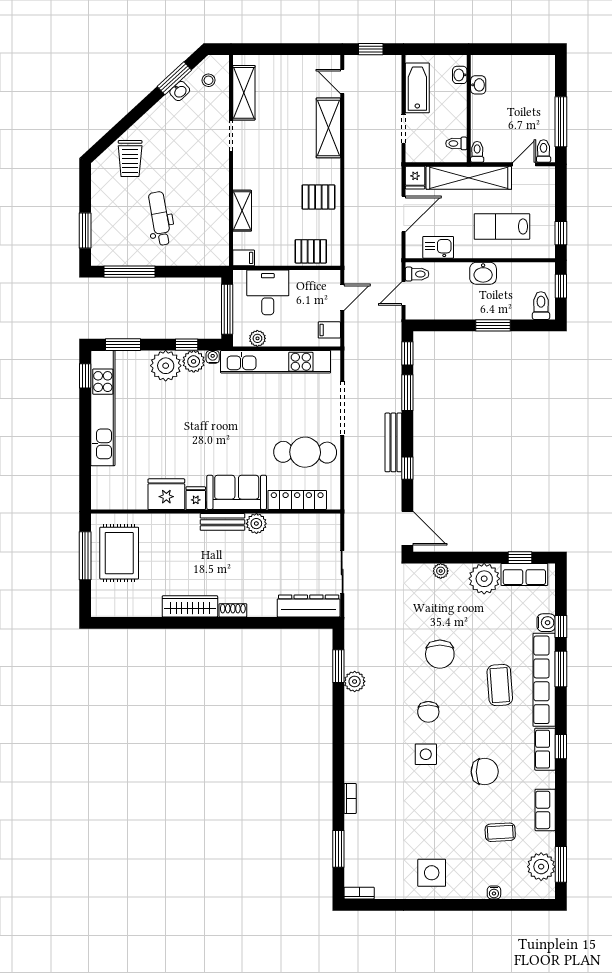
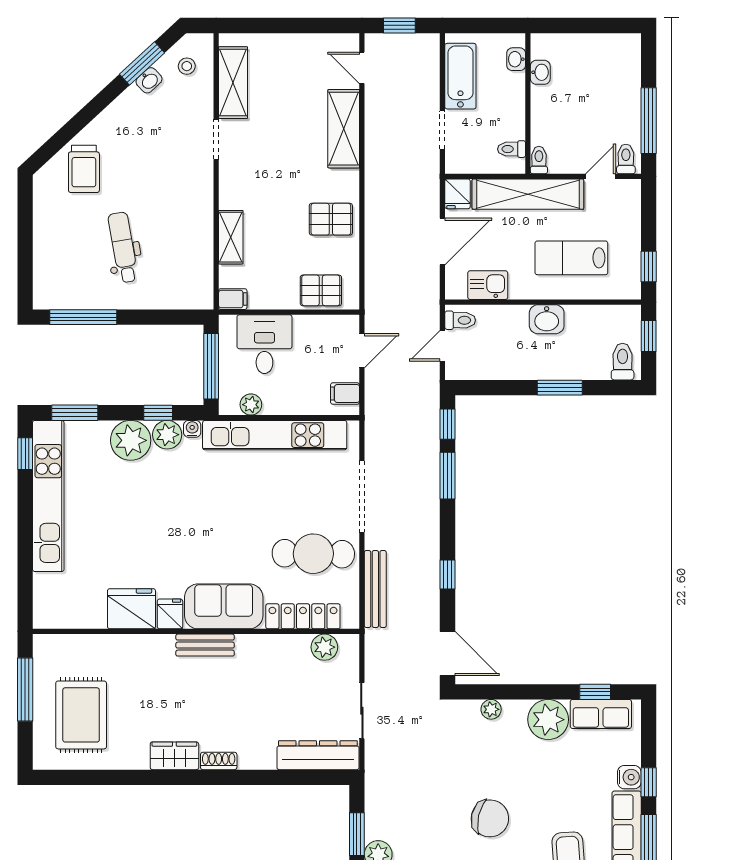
window: (85, 230) -> (25, 263), removed
bench: (393, 442) -> (375, 589), moved
plant: (256, 524) -> (324, 647), moved
rug: (119, 553) -> (81, 715), moved
wardrobe: (190, 606) -> (174, 756), width x0.67
chair: (440, 654) -> (490, 818), turned -77

